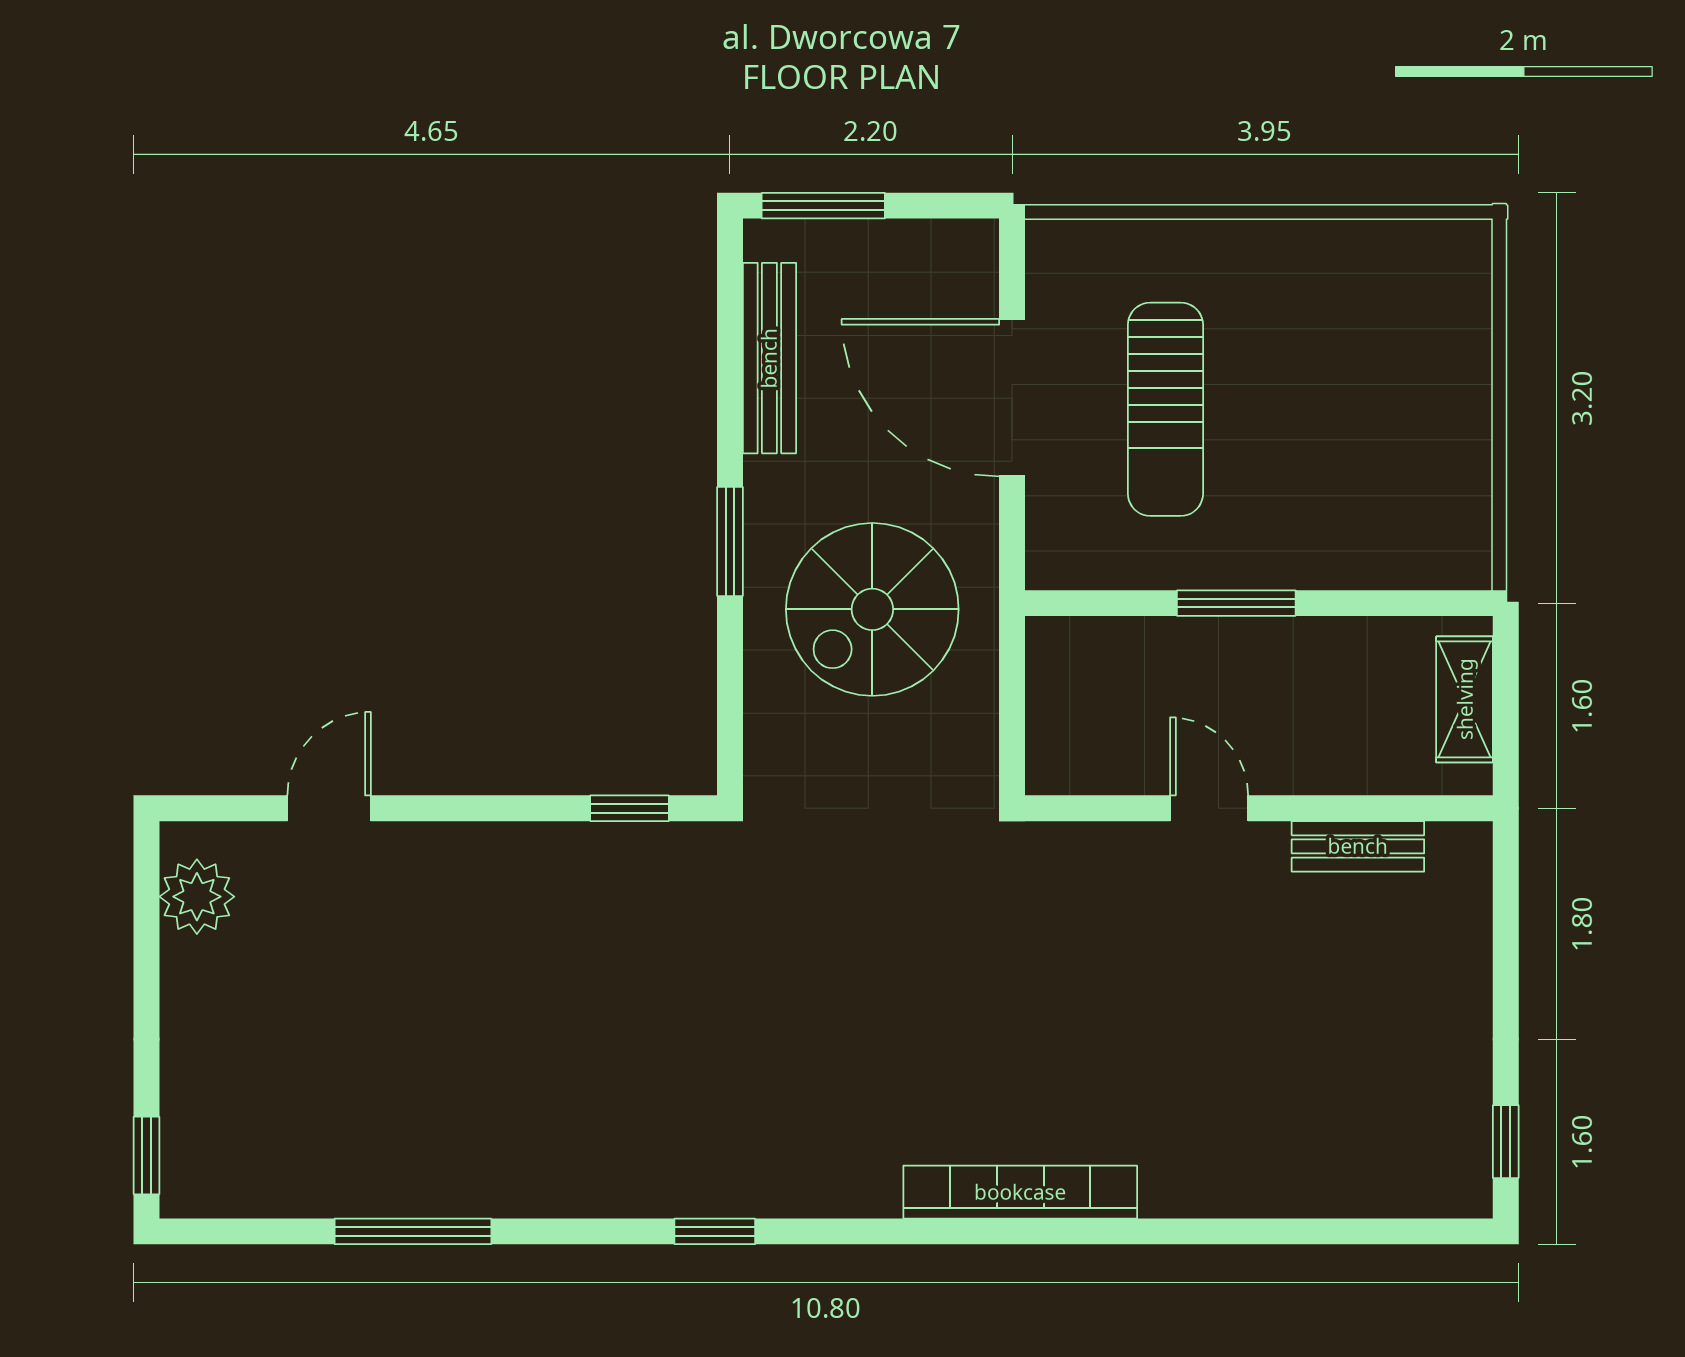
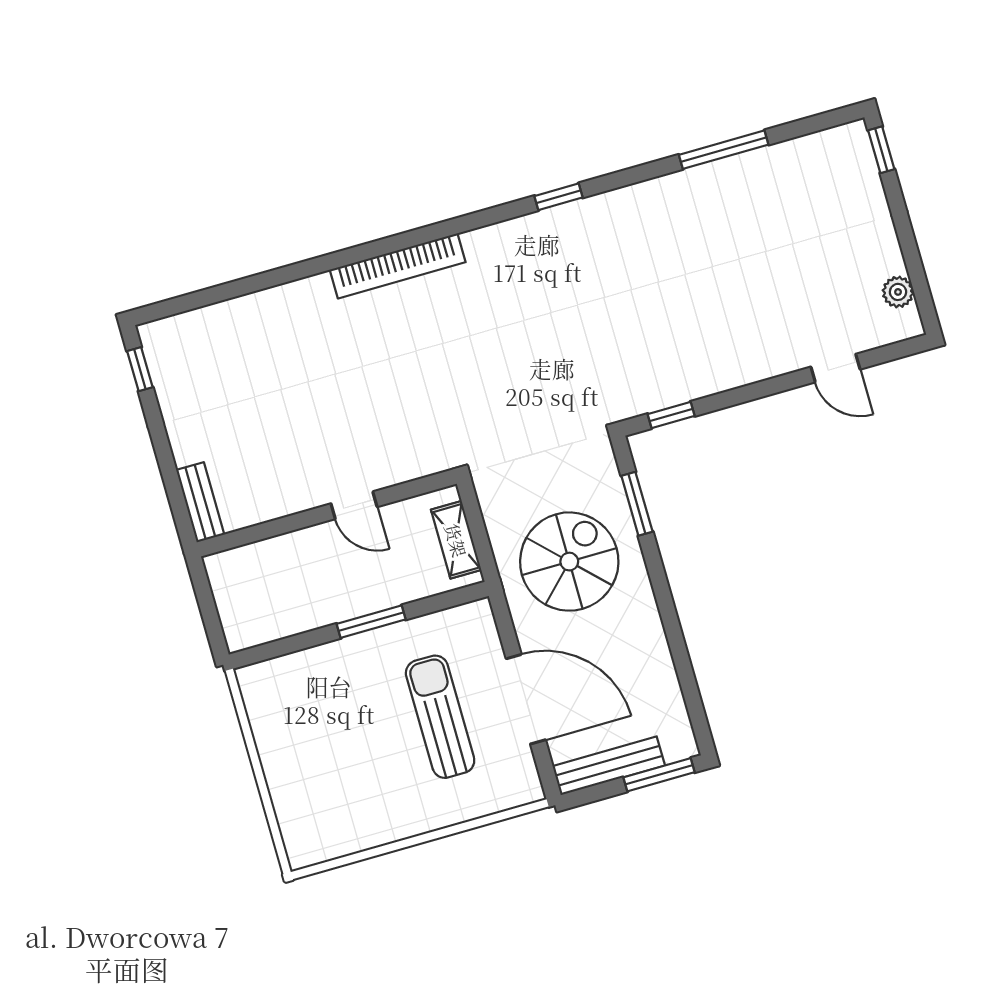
bench: (769, 358) -> (609, 766), moved, turned 90
window: (730, 541) -> (637, 504), moved
shelving: (1465, 699) -> (456, 540), moved
door: (329, 808) -> (835, 368), hinge flipped
bench: (1358, 846) -> (200, 502), moved, turned 90
plant: (197, 897) -> (898, 292), width x0.73, depth x0.73

